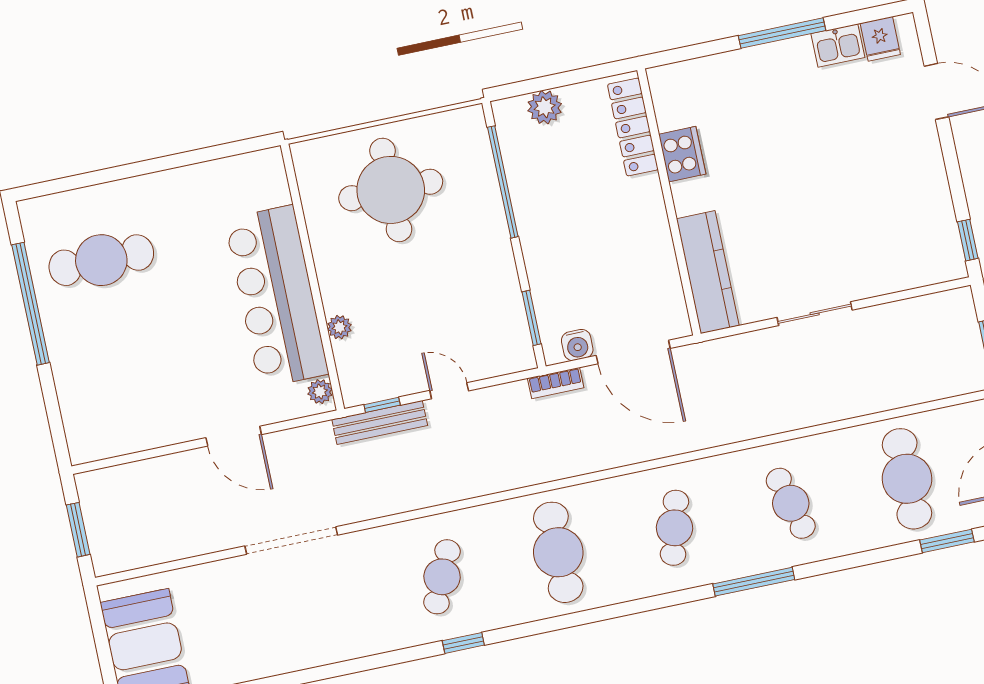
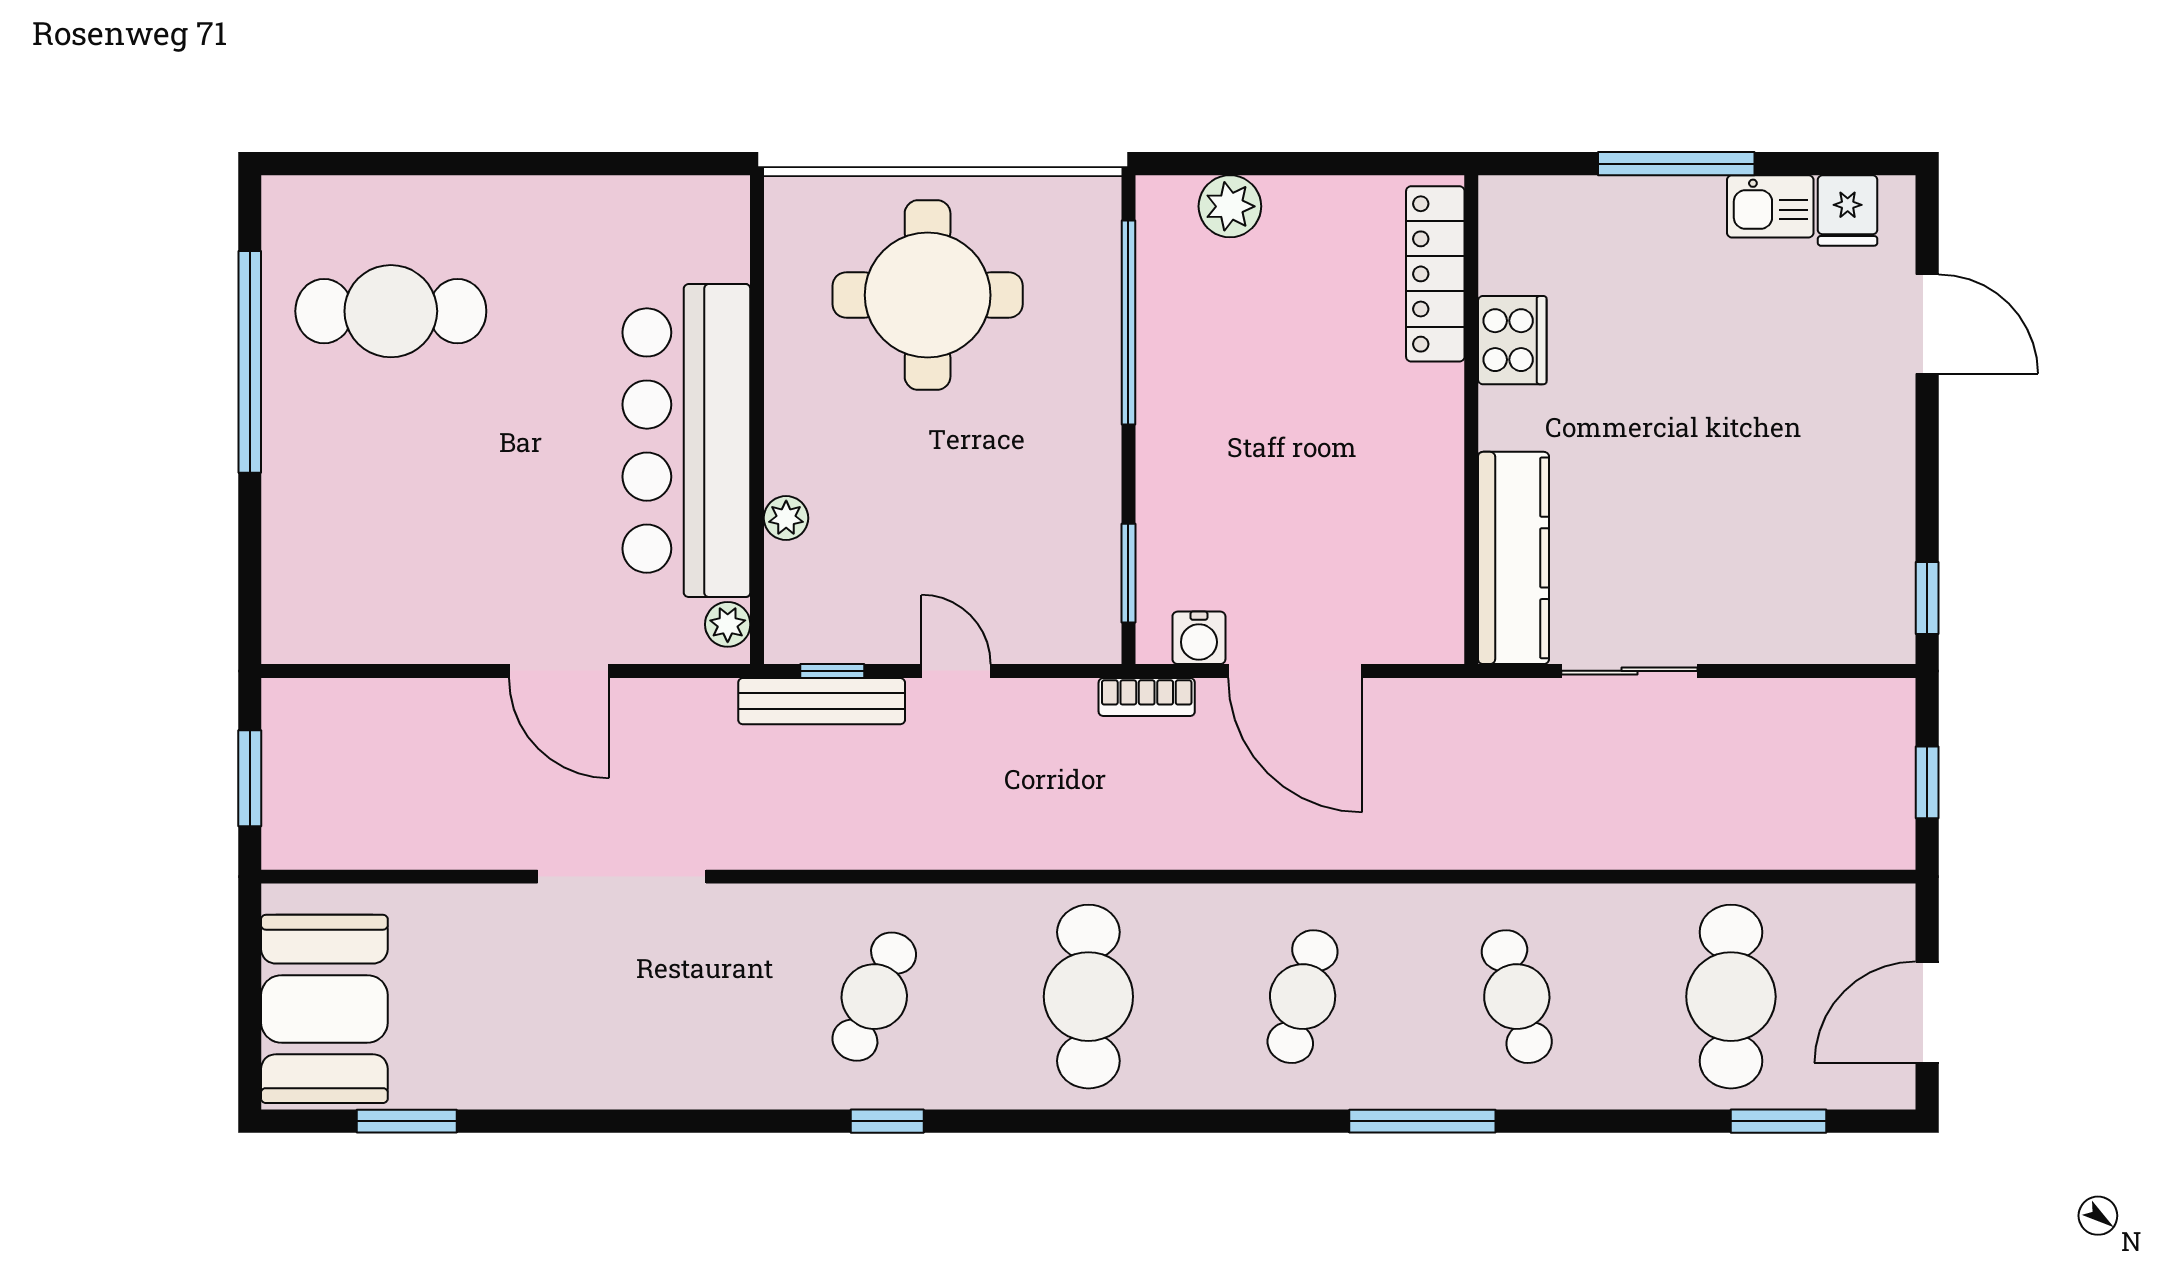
locker: (633, 127) -> (1435, 274), moved
cooker: (682, 154) -> (1512, 340), moved
wall: (669, 202) -> (1471, 420), moved
kitchen counter: (708, 272) -> (1513, 558), moved

